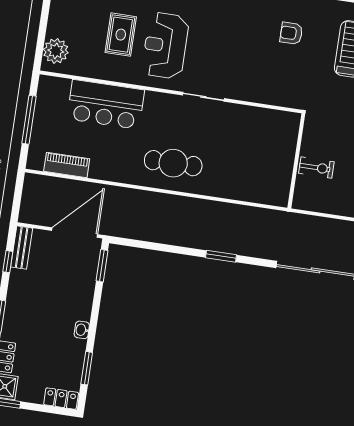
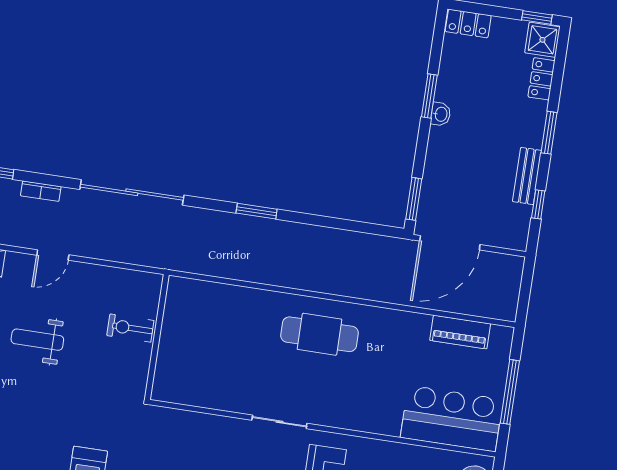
bar counter: (106, 104) -> (452, 418), moved
bench: (22, 248) -> (527, 176), moved
window: (87, 368) -> (429, 96), moved

